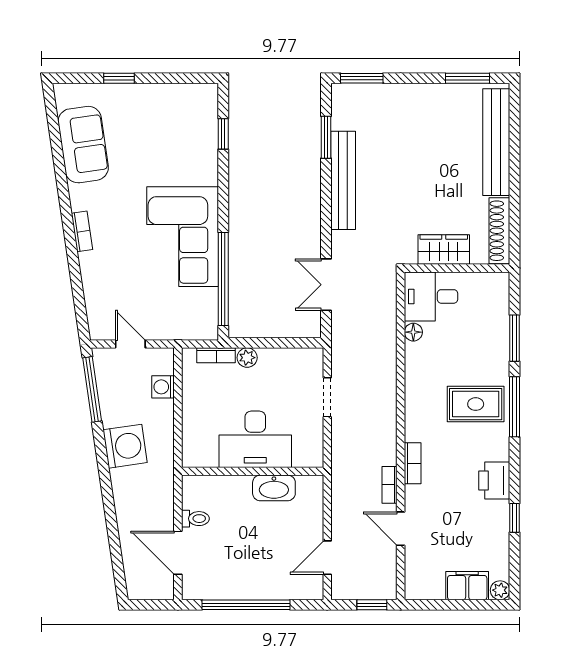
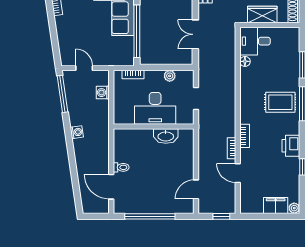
plant: (247, 358) -> (170, 76), moved
desk: (255, 439) -> (155, 108), moved
washing machine: (125, 446) -> (77, 132), width x0.53, depth x0.53
wall: (253, 471) -> (154, 127), moved
washbasin: (274, 488) -> (166, 136), moved

